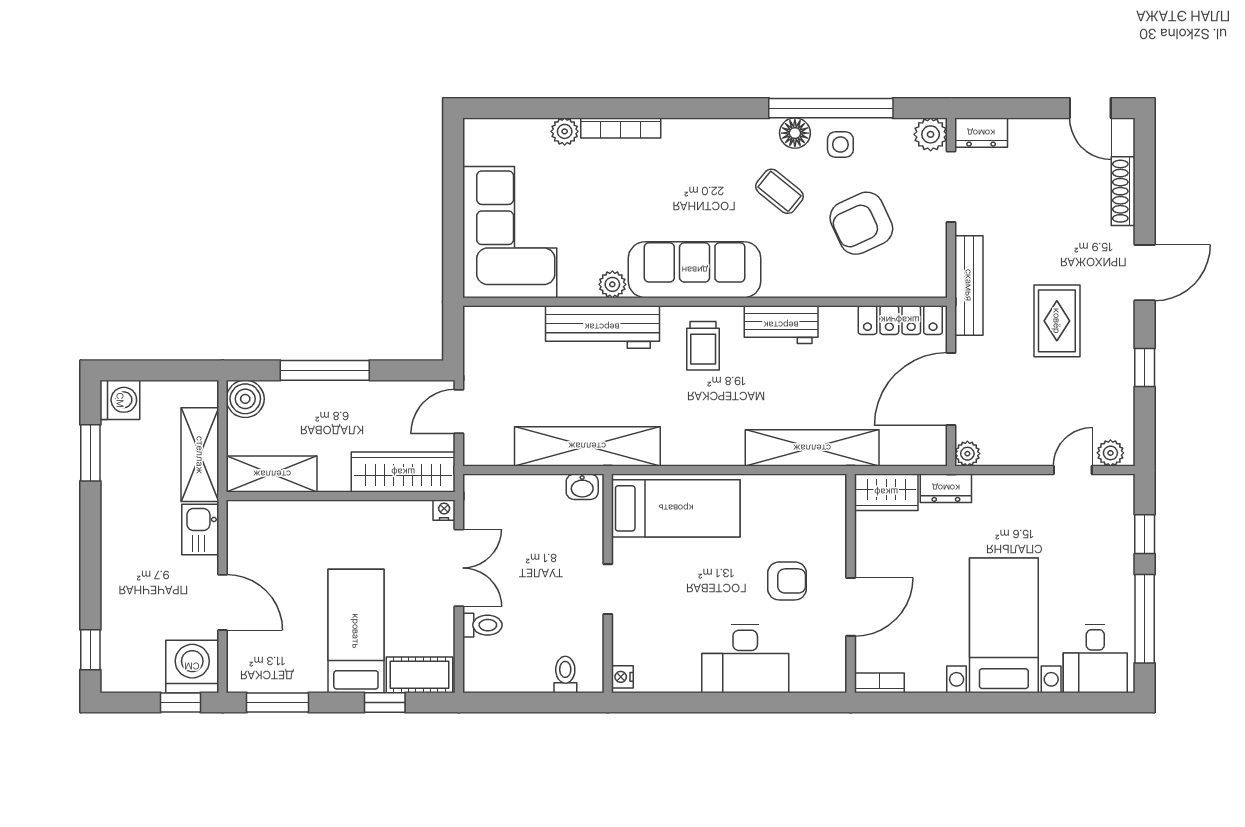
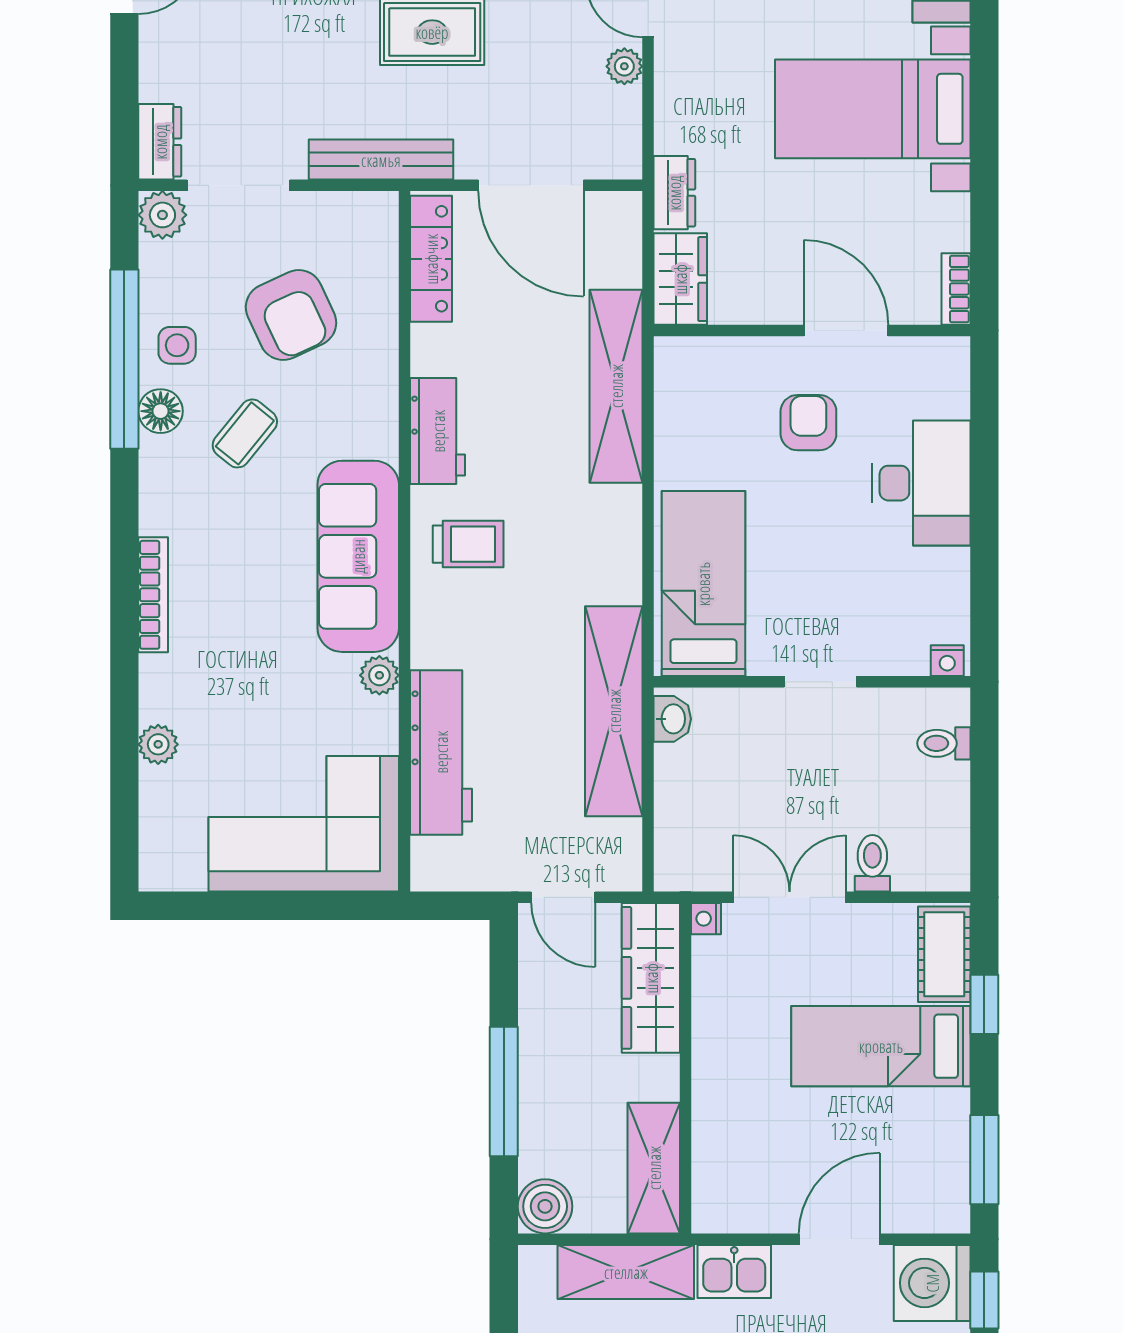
bookcase: (621, 128) -> (153, 595), moved
workbench: (602, 327) -> (441, 752), moved
plant: (967, 454) -> (624, 66), moved

